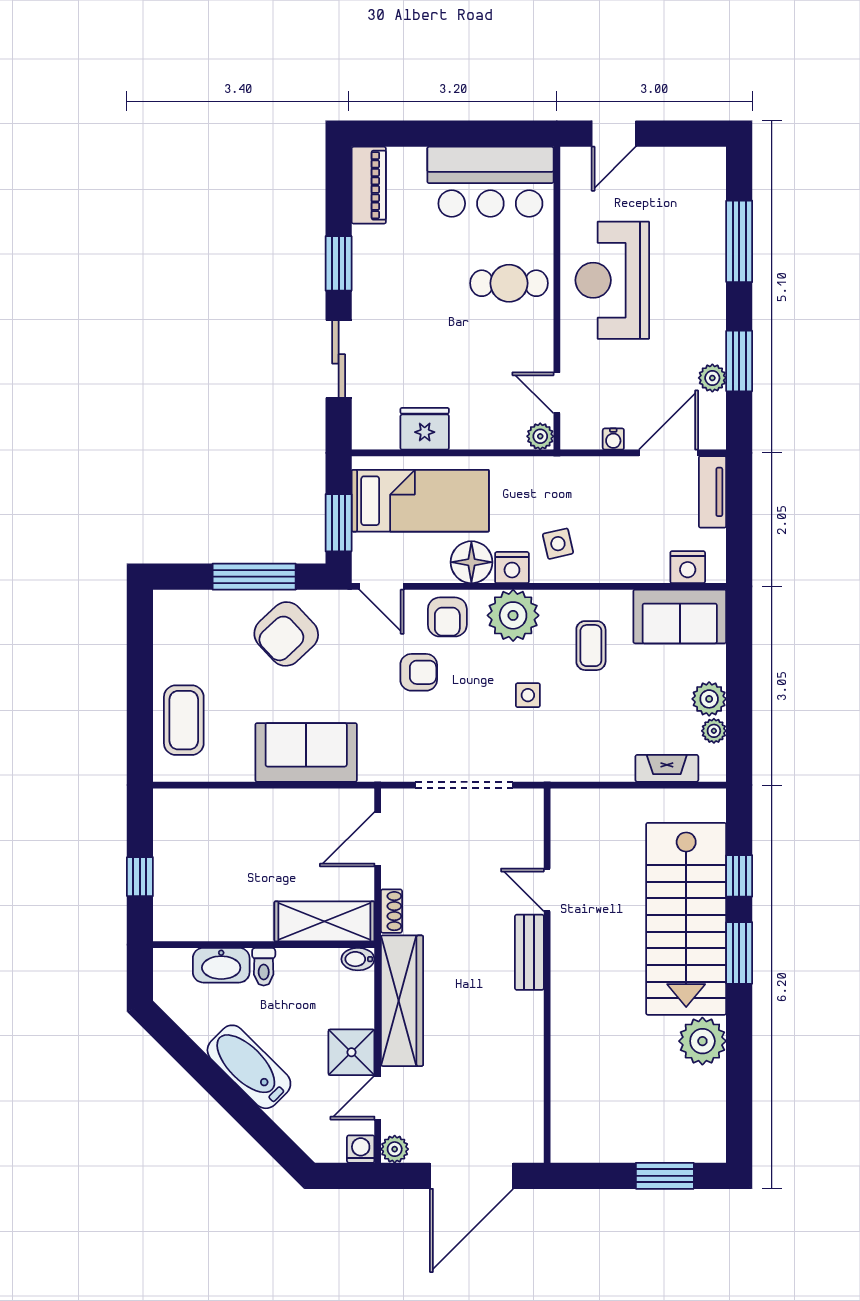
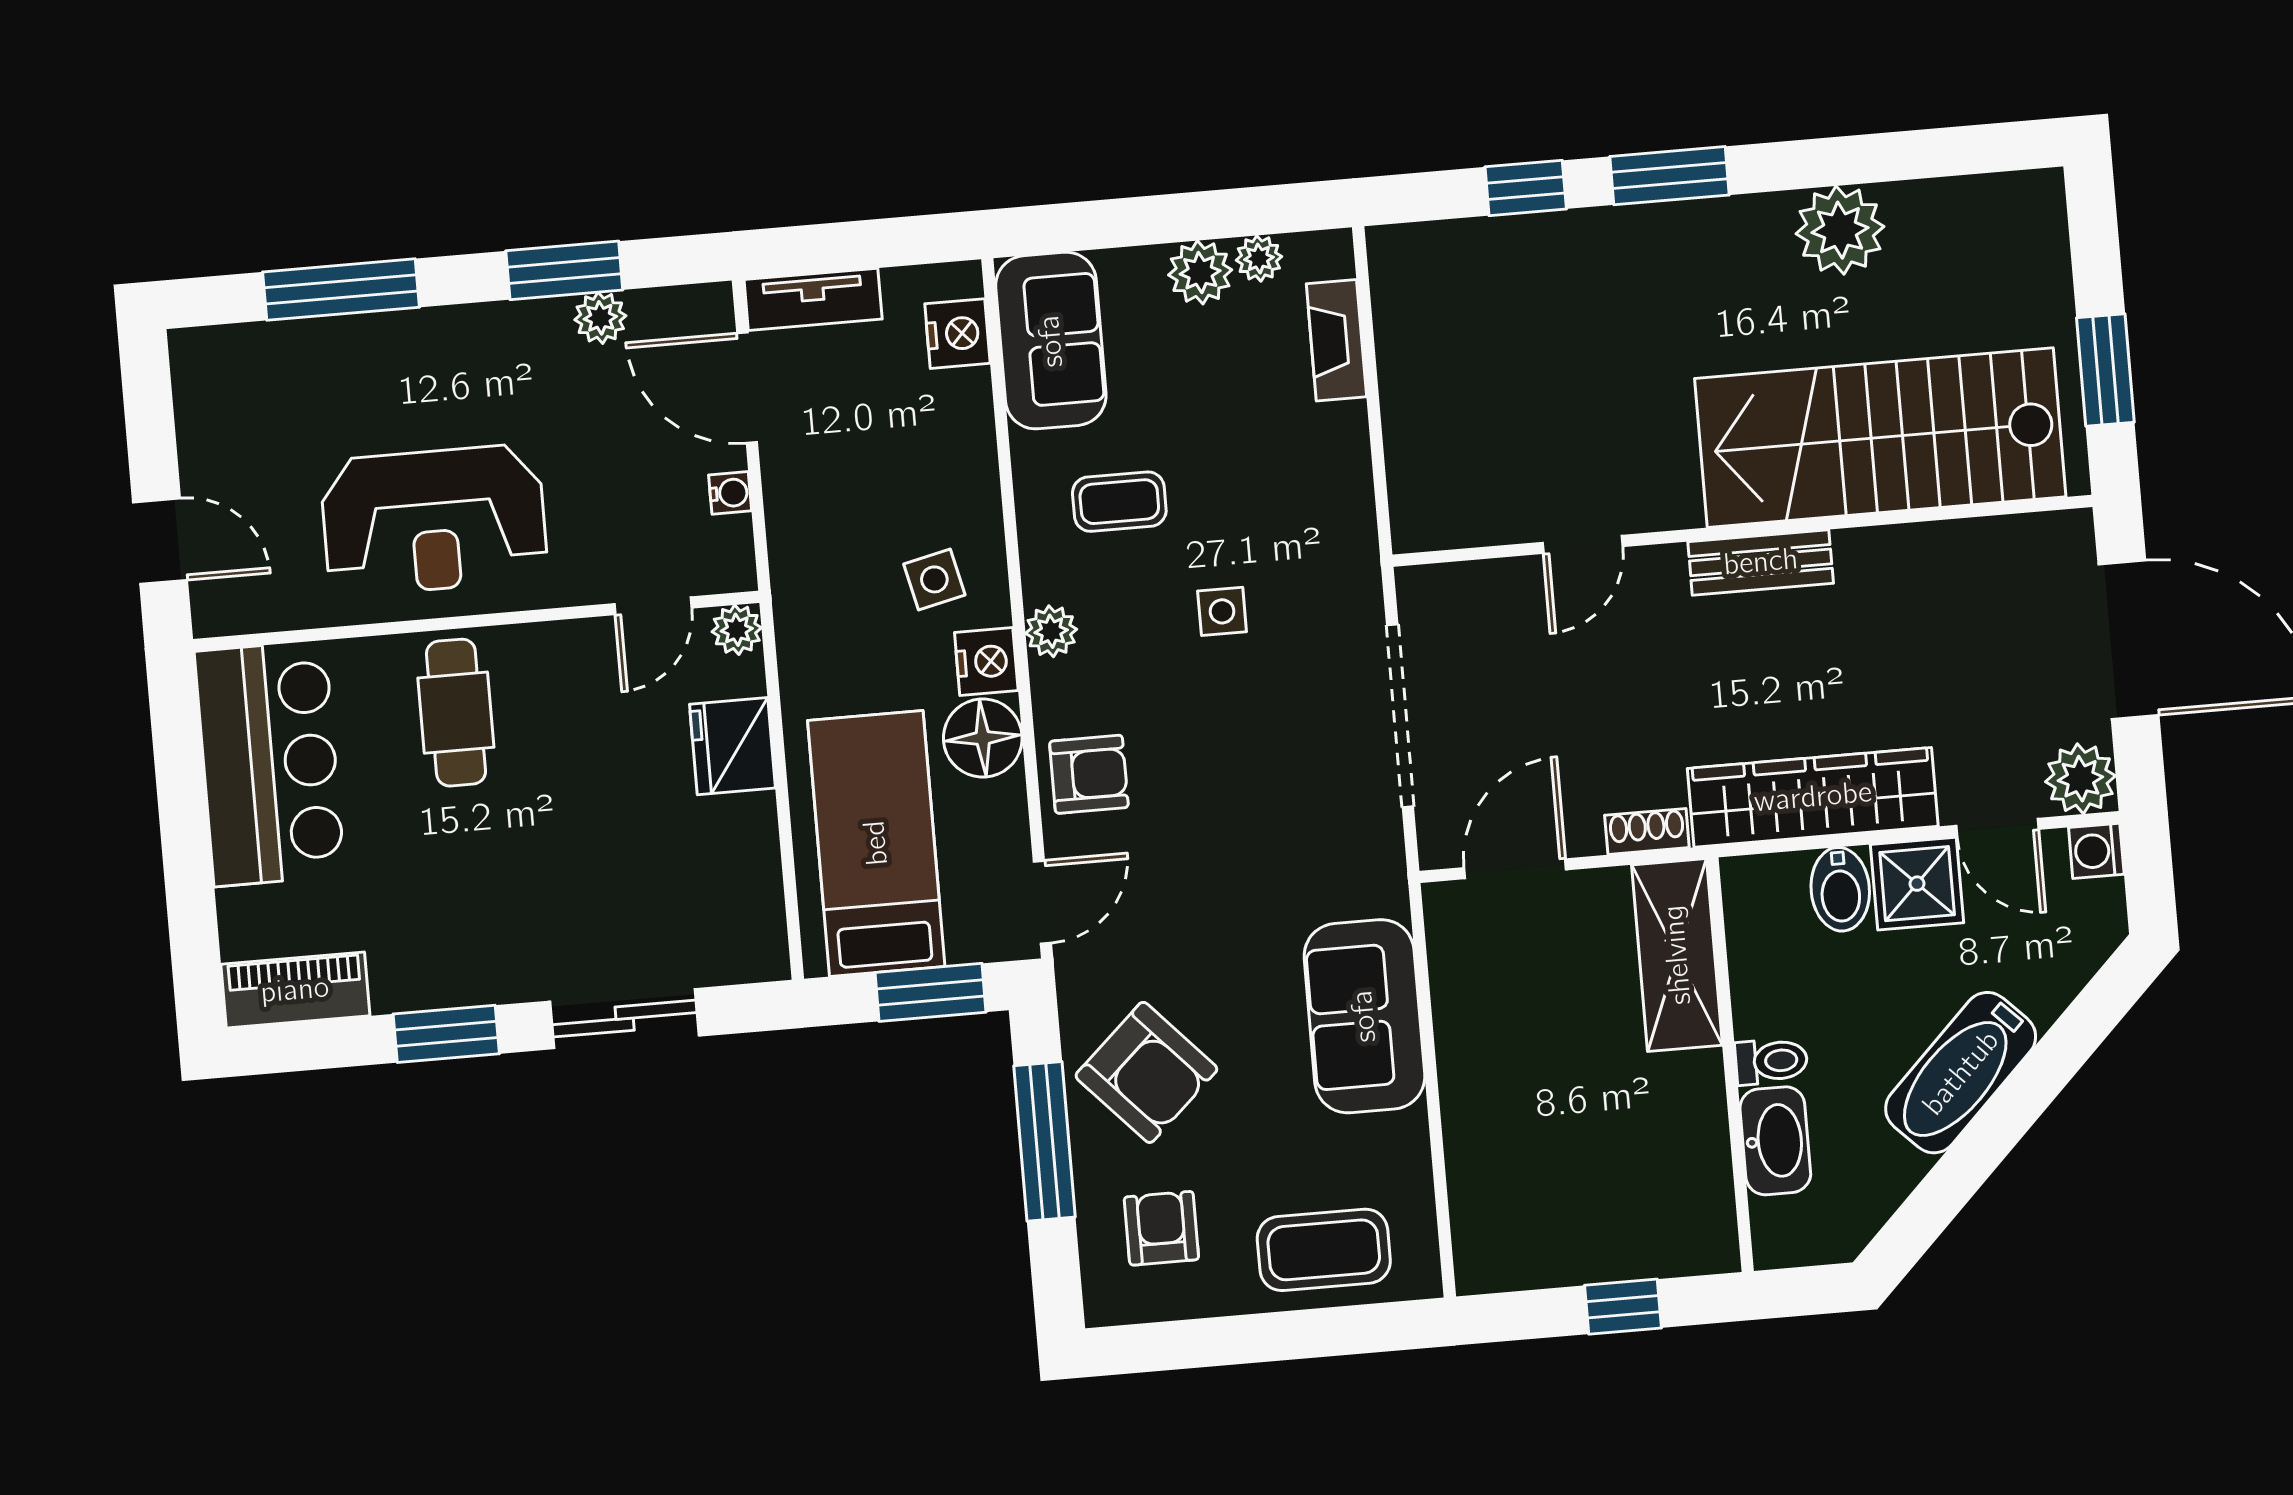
fridge: (425, 429) -> (732, 746), moved
plant: (513, 615) -> (1051, 631), width x0.53, depth x0.53
armchair: (419, 672) -> (1161, 1228), moved
door: (378, 839) -> (1515, 869), swing flipped
stairs: (686, 919) -> (1880, 438), moved, turned 180
bench: (529, 952) -> (1761, 562), moved
bidet: (358, 959) -> (1840, 889), moved, width x1.38, depth x1.36
plant: (395, 1149) -> (2080, 779), width x1.38, depth x1.38
window: (665, 1176) -> (2105, 370), moved

